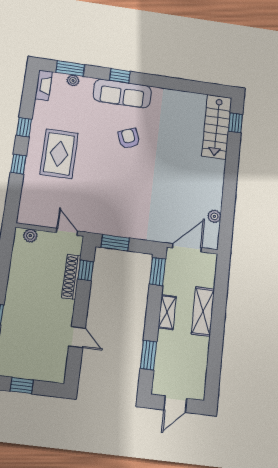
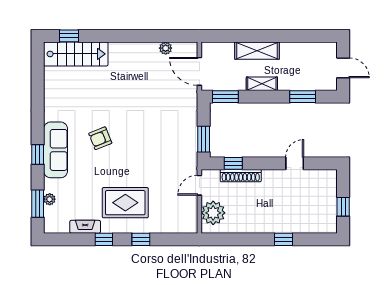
fireplace: (44, 85) -> (85, 227), moved
plant: (30, 236) -> (213, 213), width x1.88, depth x1.88

